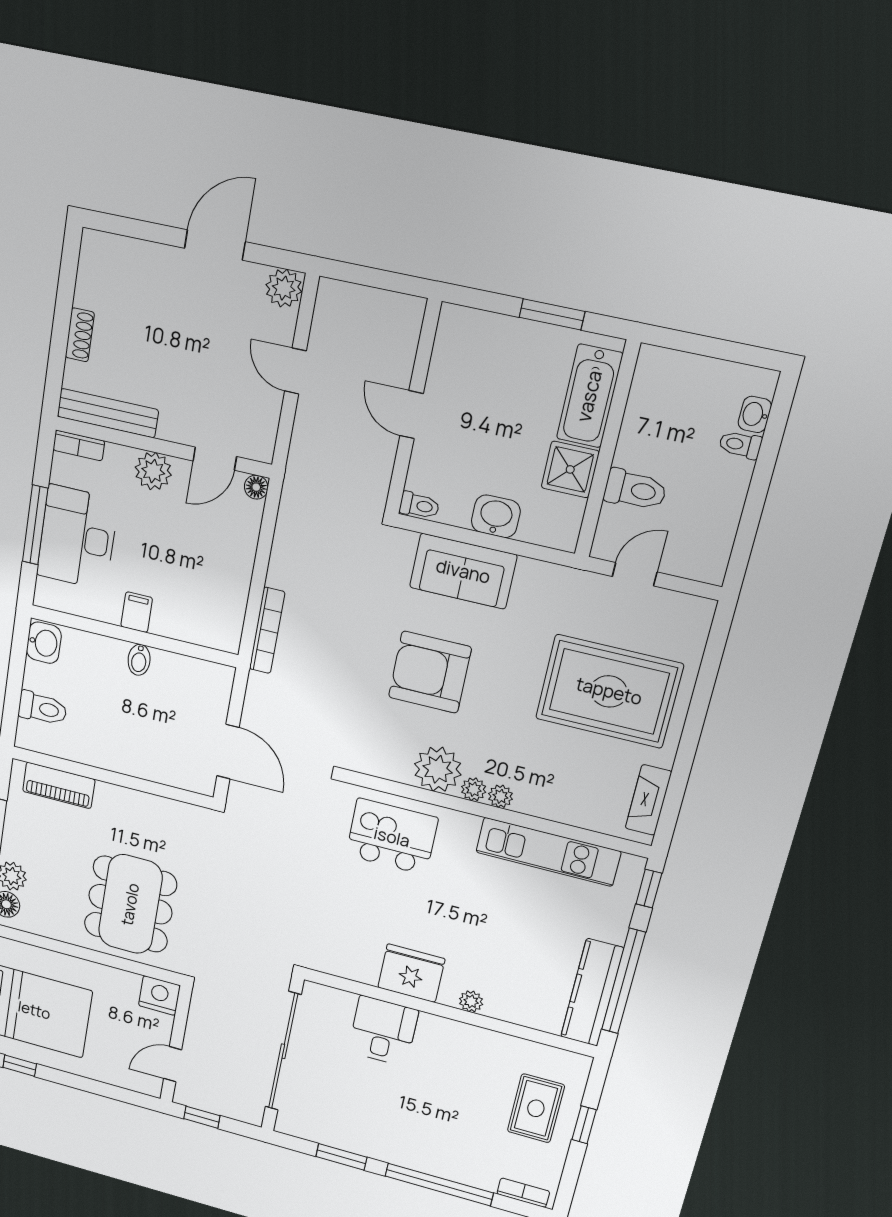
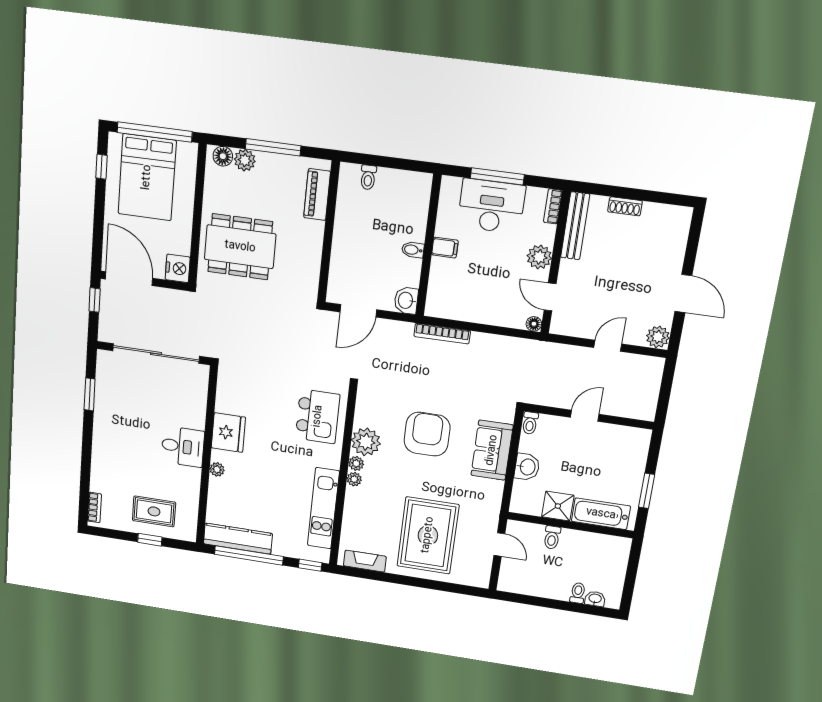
toilet: (635, 490) -> (552, 537), width x0.73, depth x0.72
washbasin: (44, 643) -> (406, 300), moved, turned 90
toilet: (43, 708) -> (368, 177), width x0.73, depth x0.72
desk: (383, 1031) -> (183, 447), moved
door: (173, 1064) -> (129, 279), width x1.88
window: (439, 1185) -> (86, 457), removed

